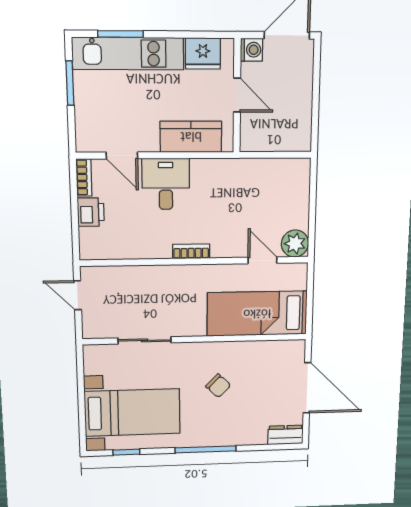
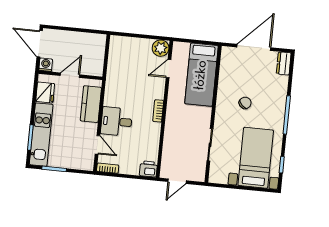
door: (122, 156) -> (97, 145), hinge flipped
printer: (91, 212) -> (148, 169), moved

